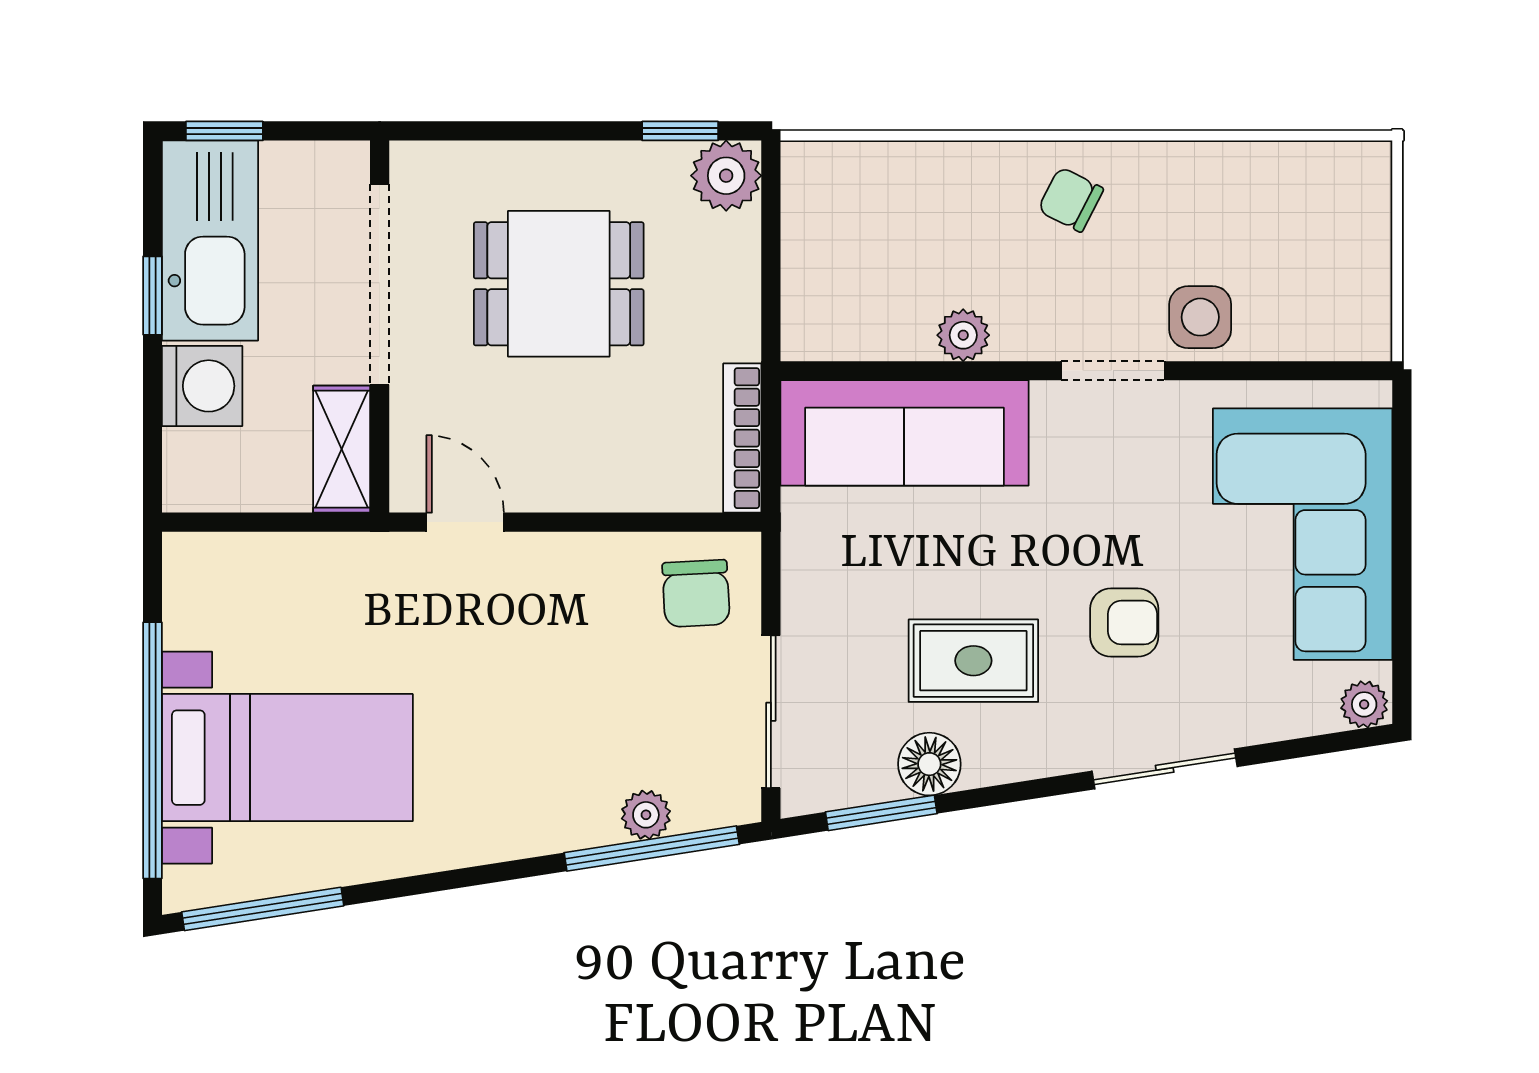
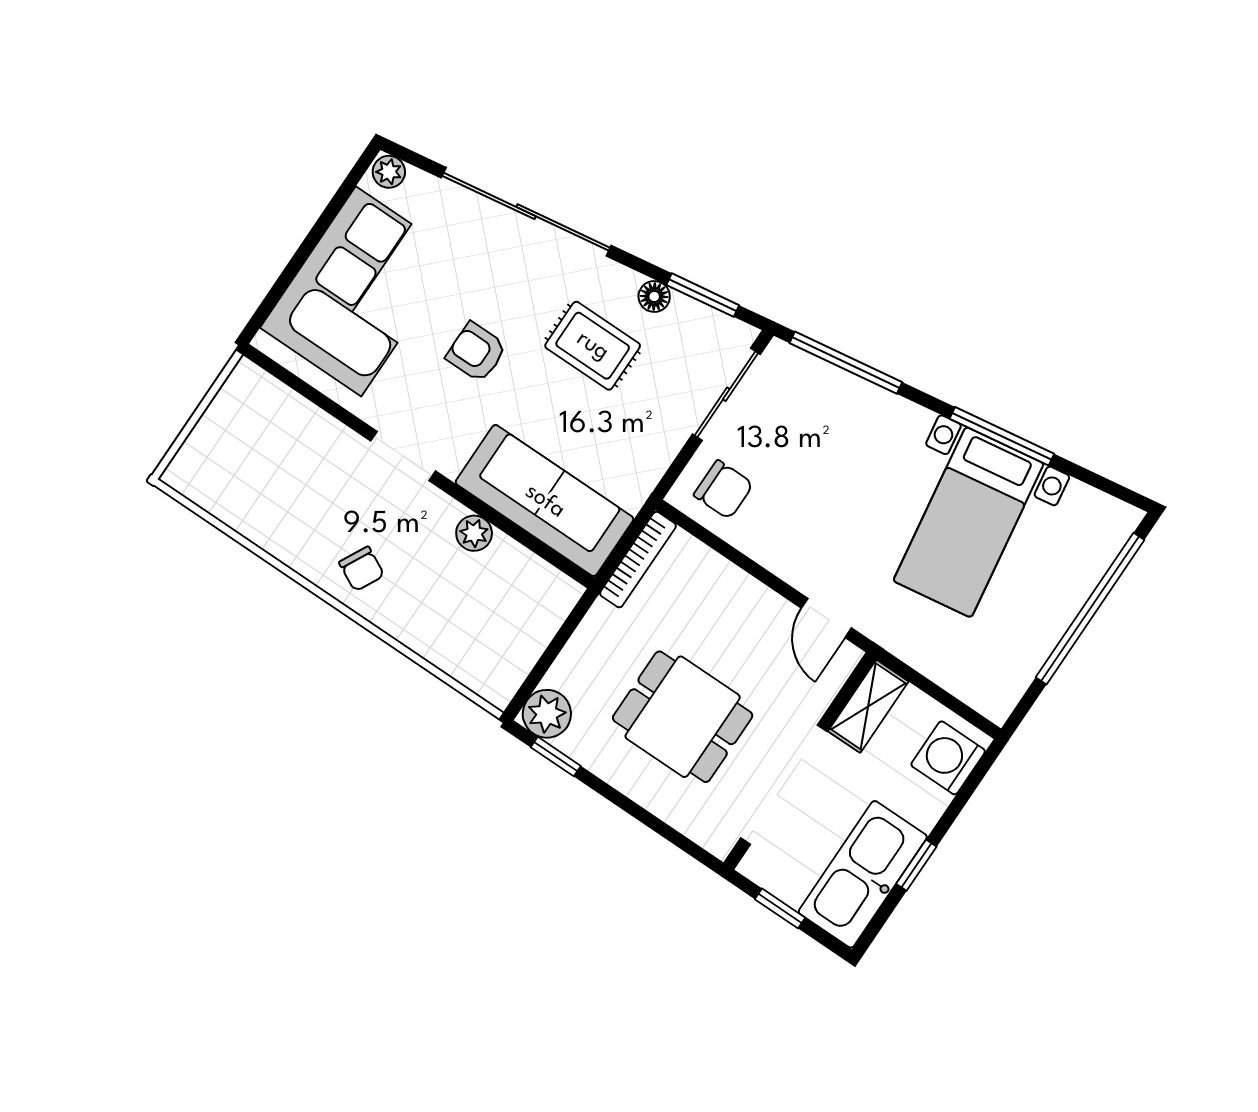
window: (224, 131) -> (780, 908), moved
side table: (1200, 317) -> (333, 453), removed
washing machine: (202, 386) -> (948, 758), moved
chair: (696, 593) -> (723, 490), turned 93
armchair: (1124, 623) -> (476, 352), moved
bed with nightstands: (287, 758) -> (968, 522), moved, turned -99
floor lamp: (929, 764) -> (654, 297), width x0.73, depth x0.73
sliding door: (1165, 769) -> (526, 212), width x1.86
plant: (646, 815) -> (836, 384), removed
window: (263, 909) -> (1002, 436), moved

